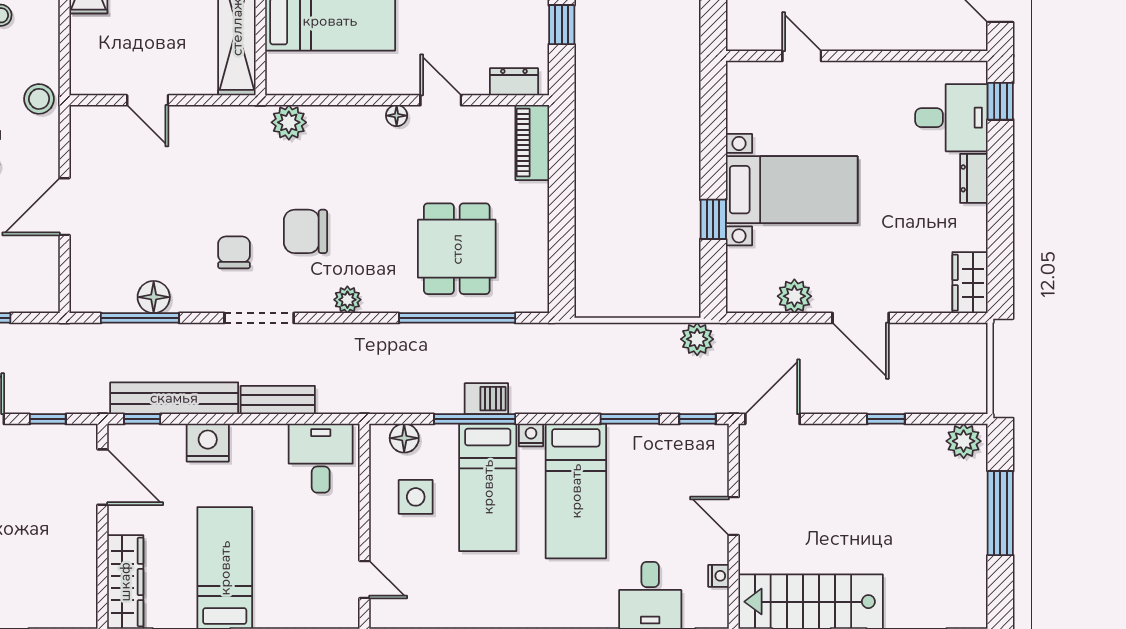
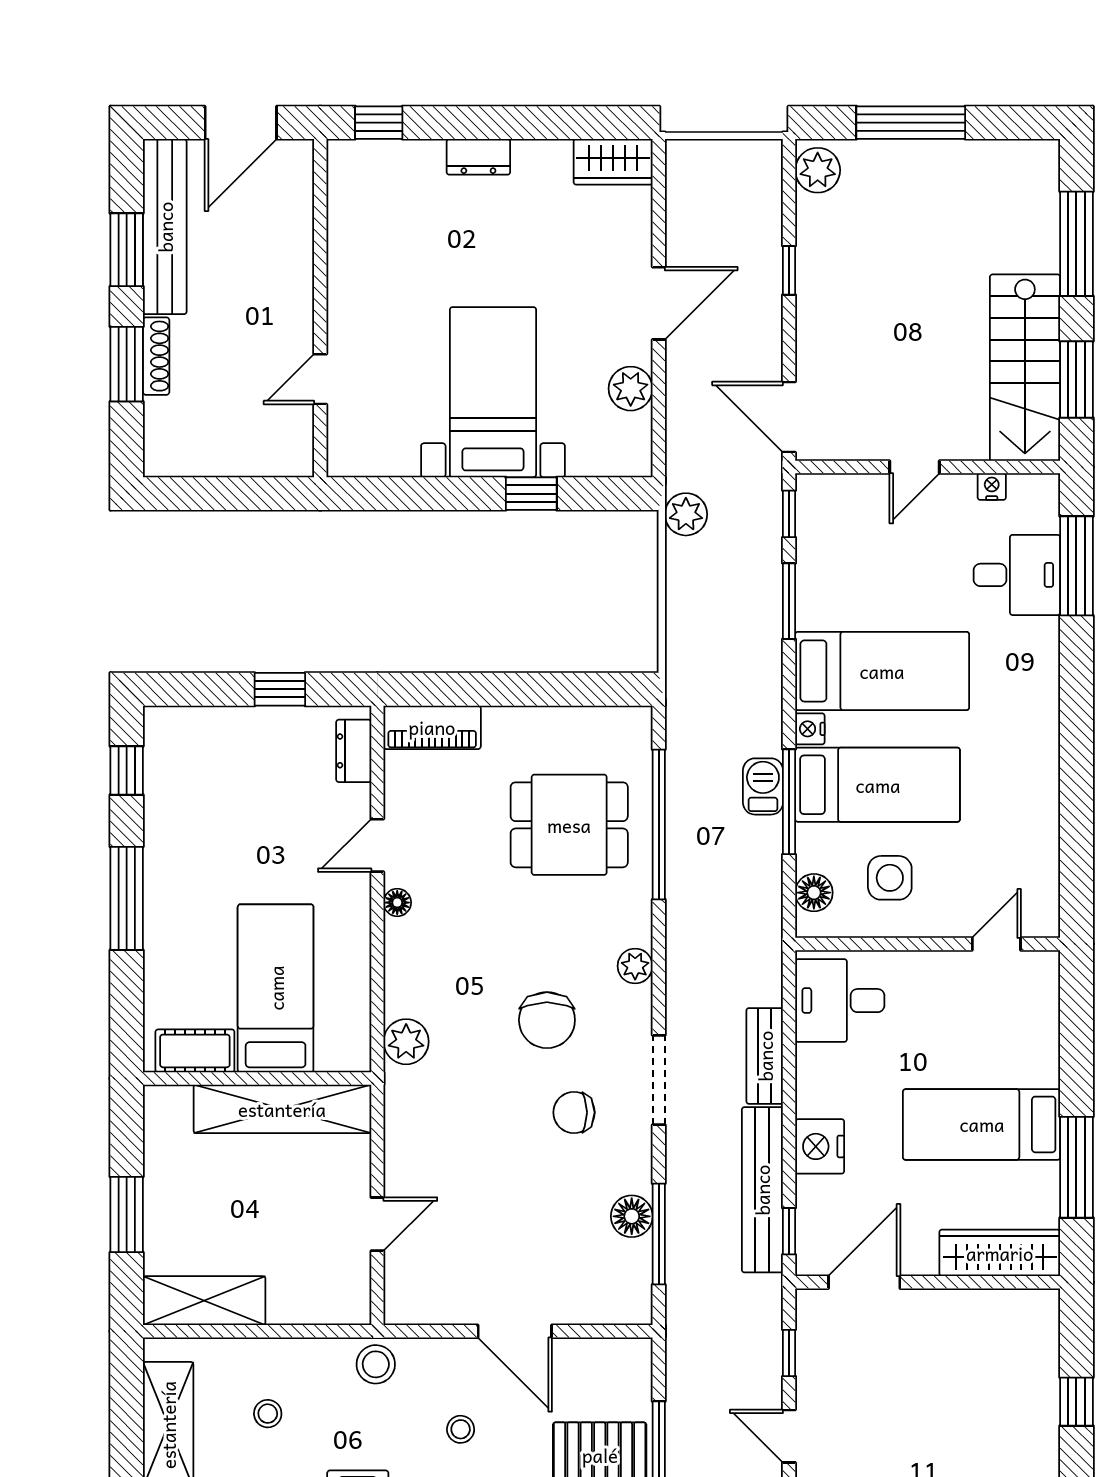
desk: (951, 118) -> (400, 186), removed

